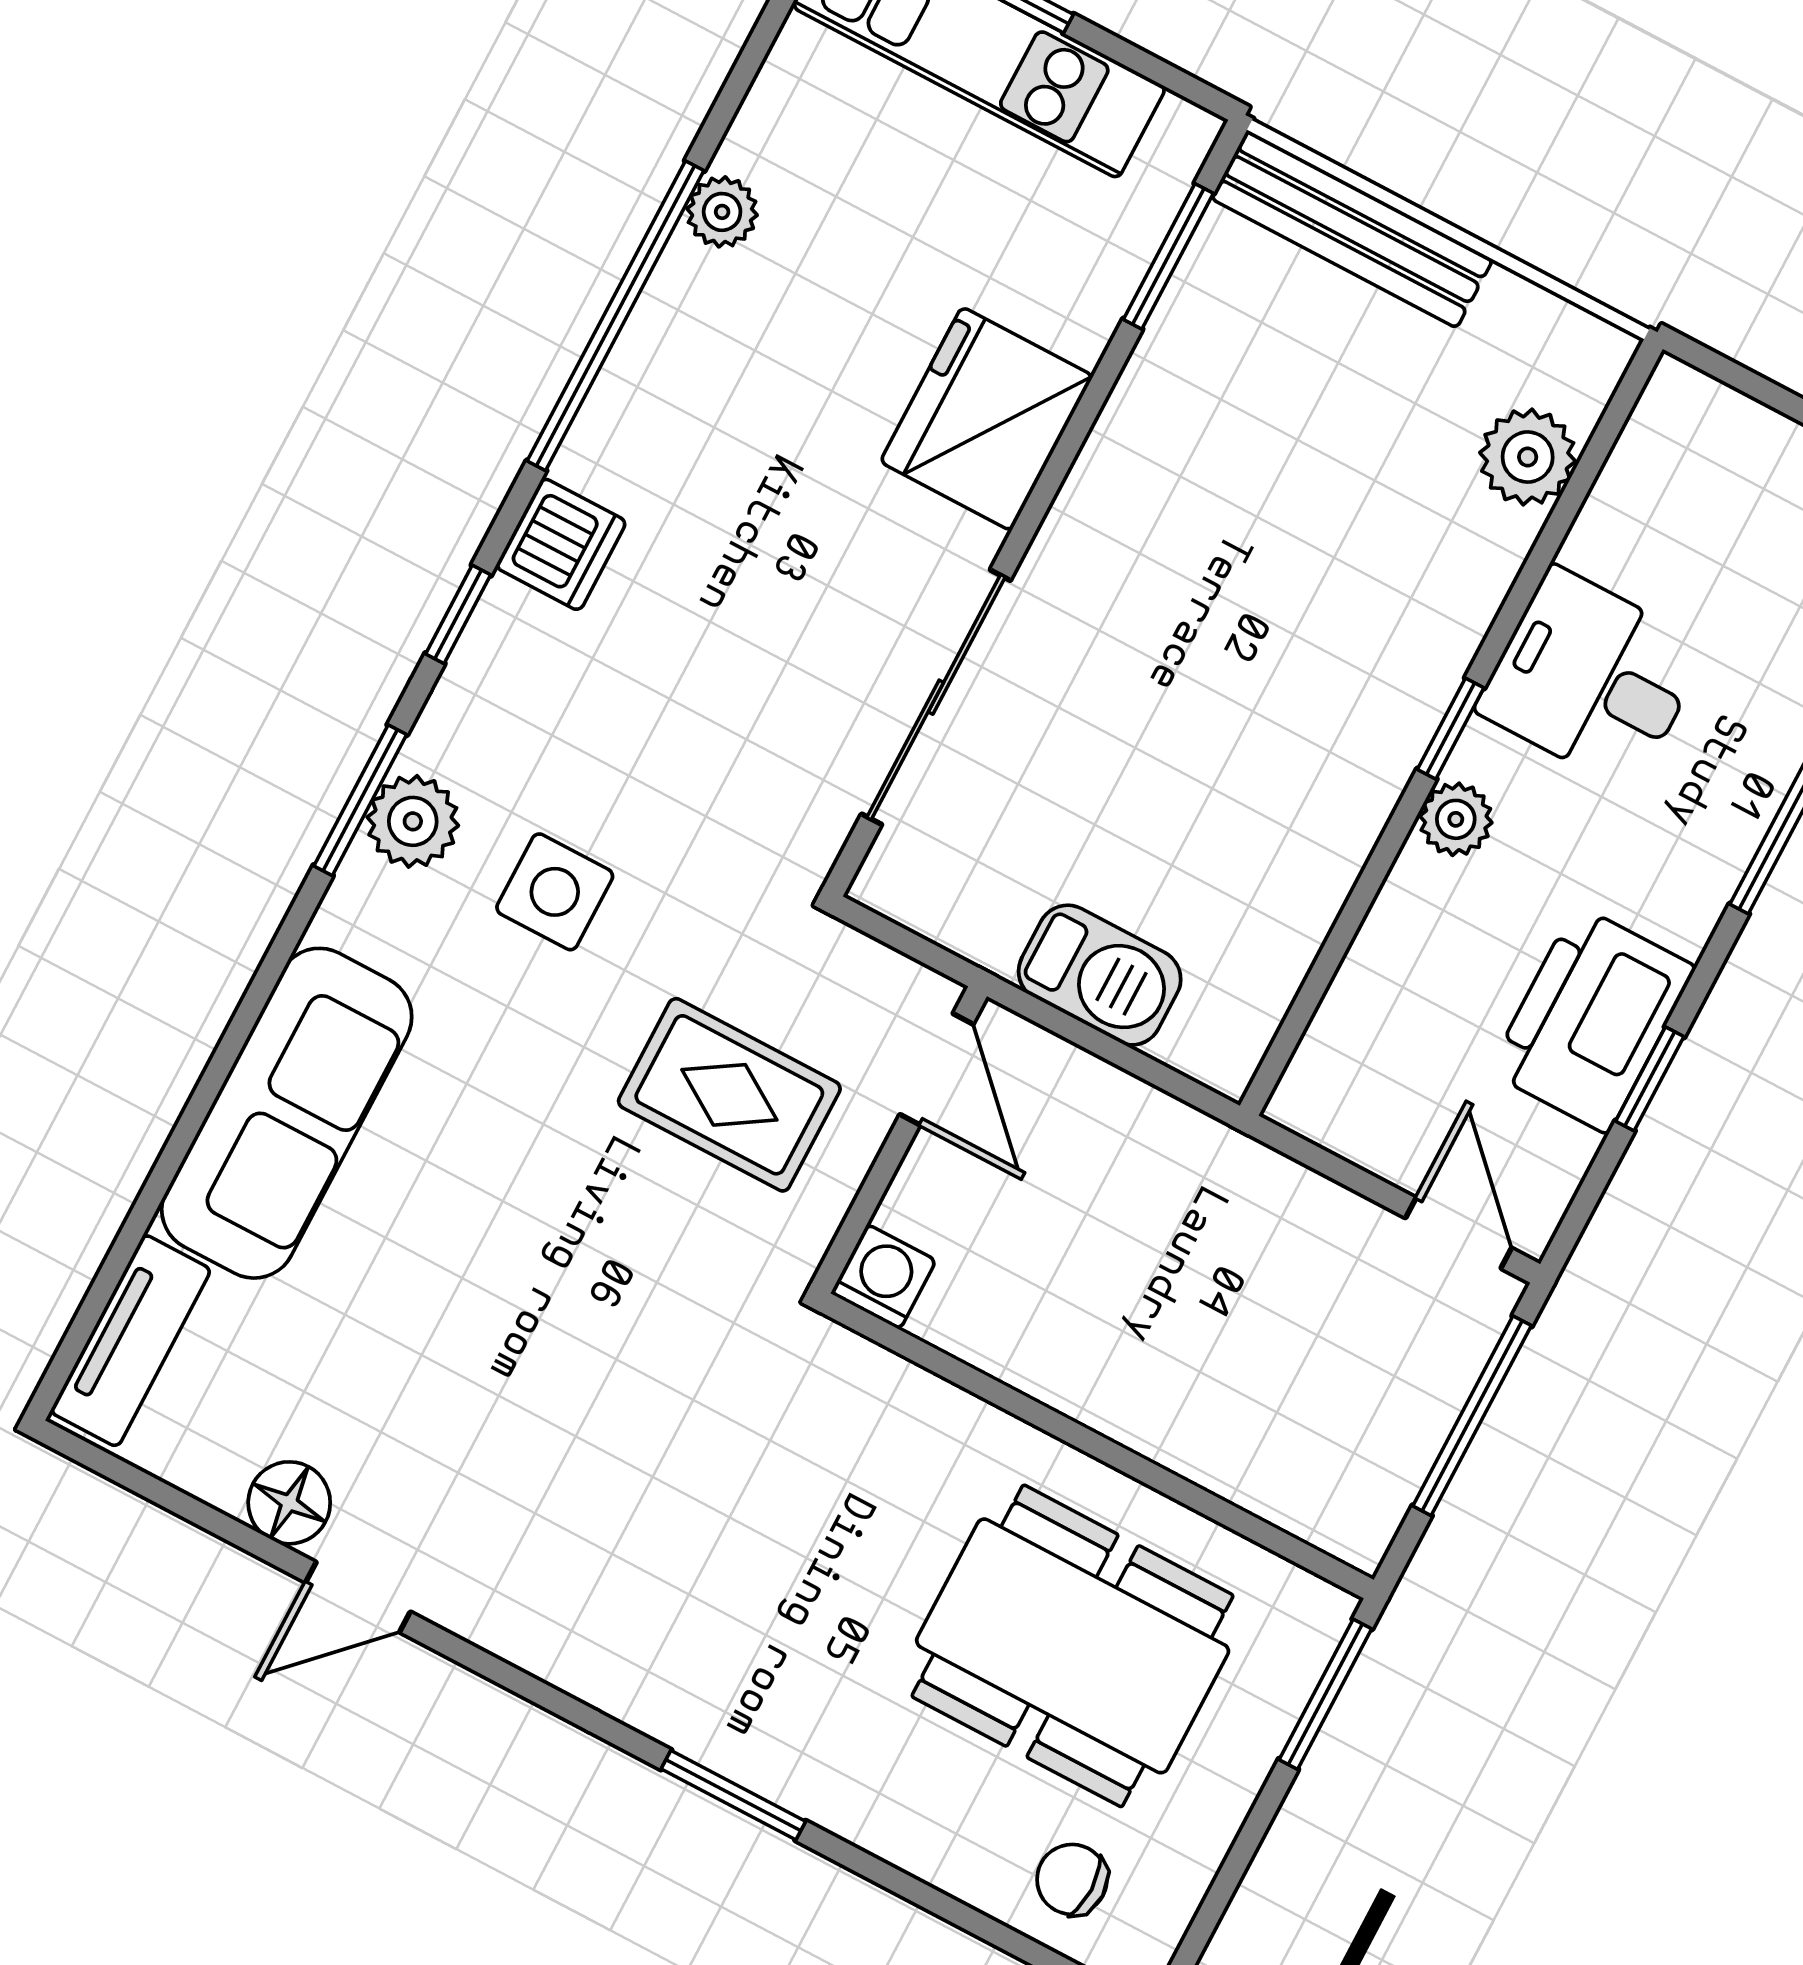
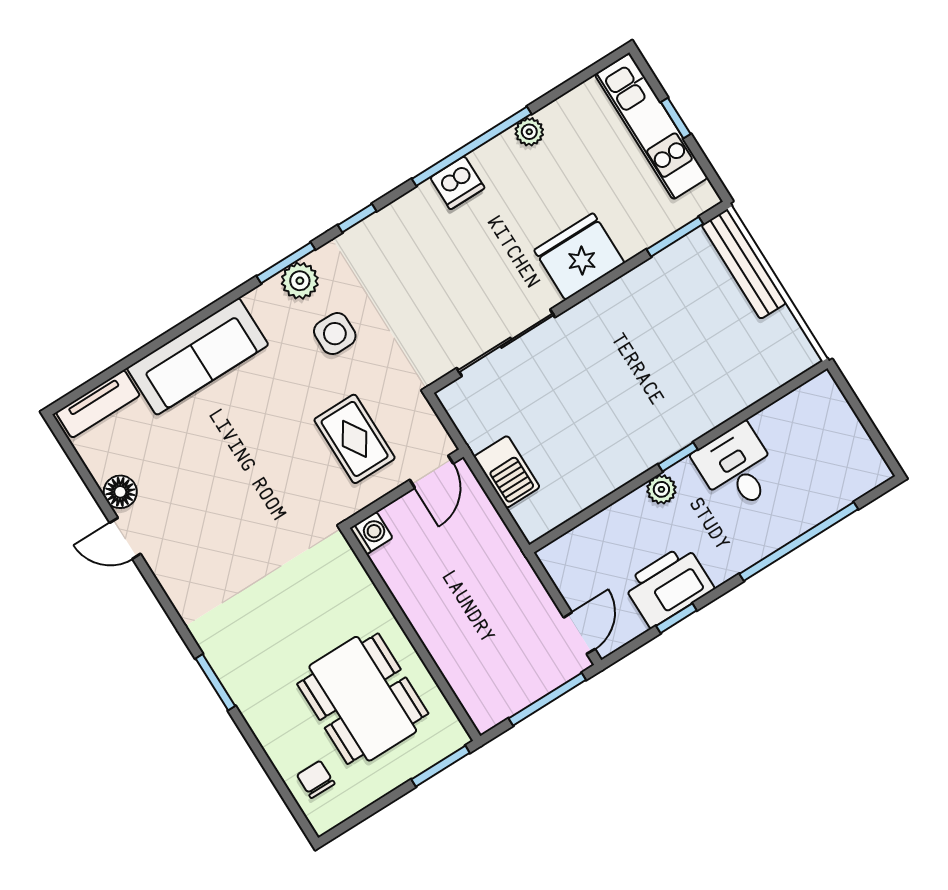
plant: (1528, 457) -> (759, 378), removed
dishwasher: (561, 544) -> (457, 183), moved

